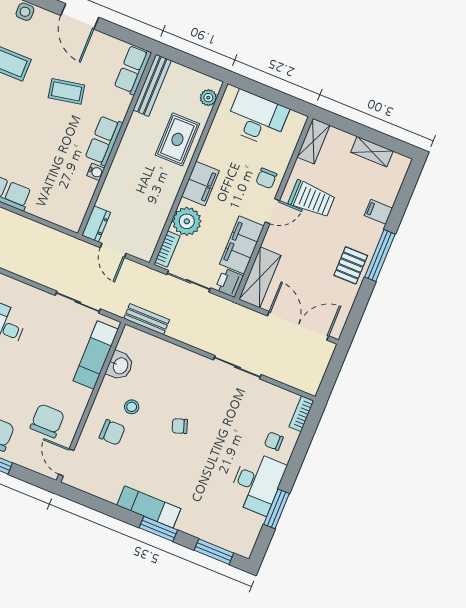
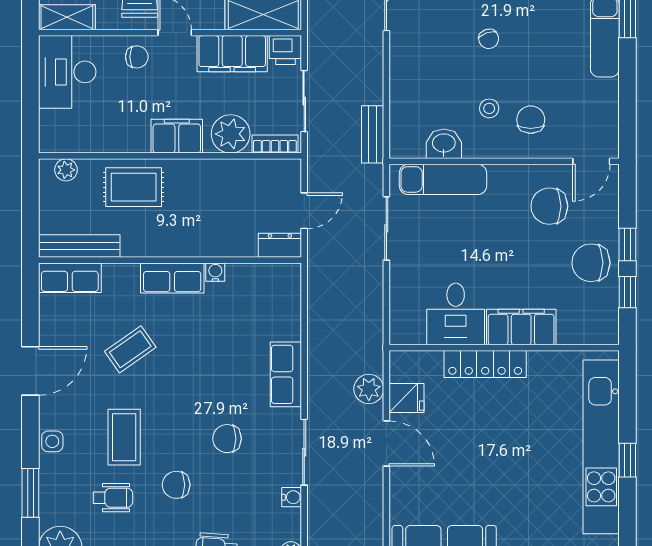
coffee table: (66, 91) -> (130, 349), turned 66
desk: (257, 118) -> (67, 72), moved

